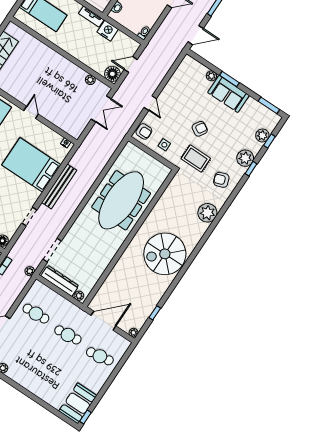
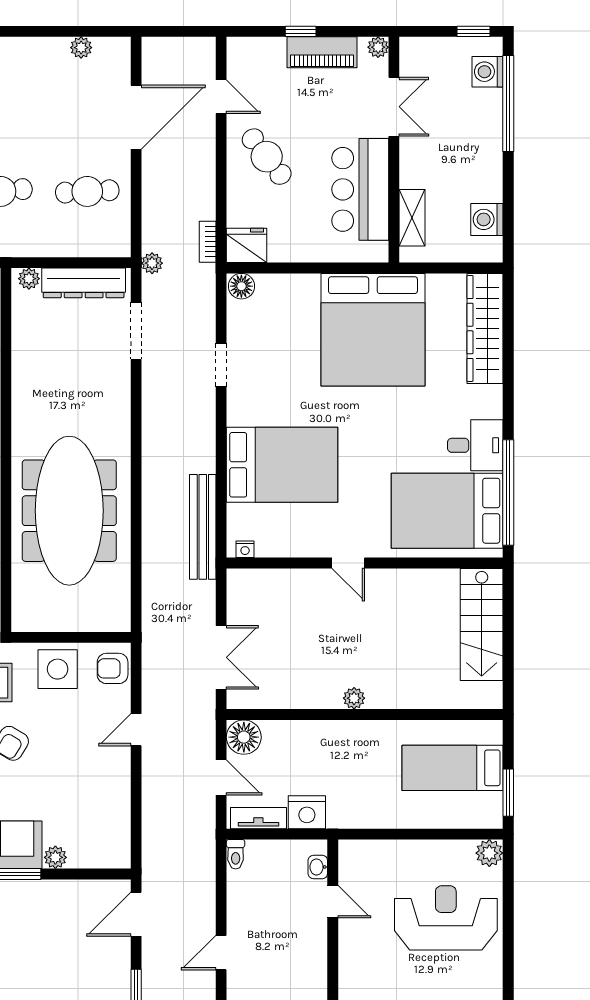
tv unit: (91, 17) -> (258, 818), moved
door: (131, 65) -> (221, 777), hinge flipped
plant: (90, 80) -> (354, 698), moved
door: (150, 103) -> (136, 730), hinge flipped
double door: (101, 109) -> (221, 657), swing flipped
side table: (164, 145) -> (58, 669), width x1.87, depth x1.87
bench: (59, 186) -> (203, 527), moved

